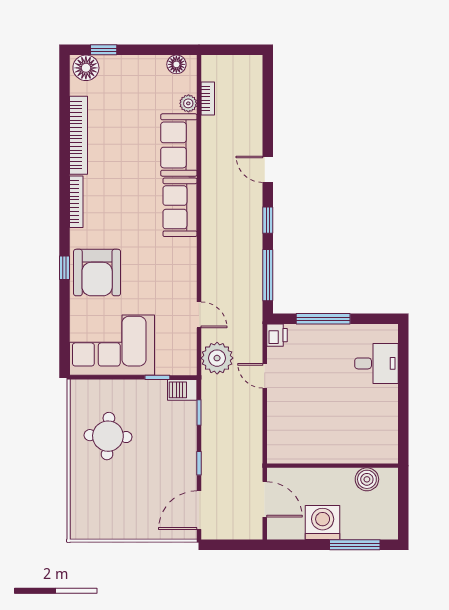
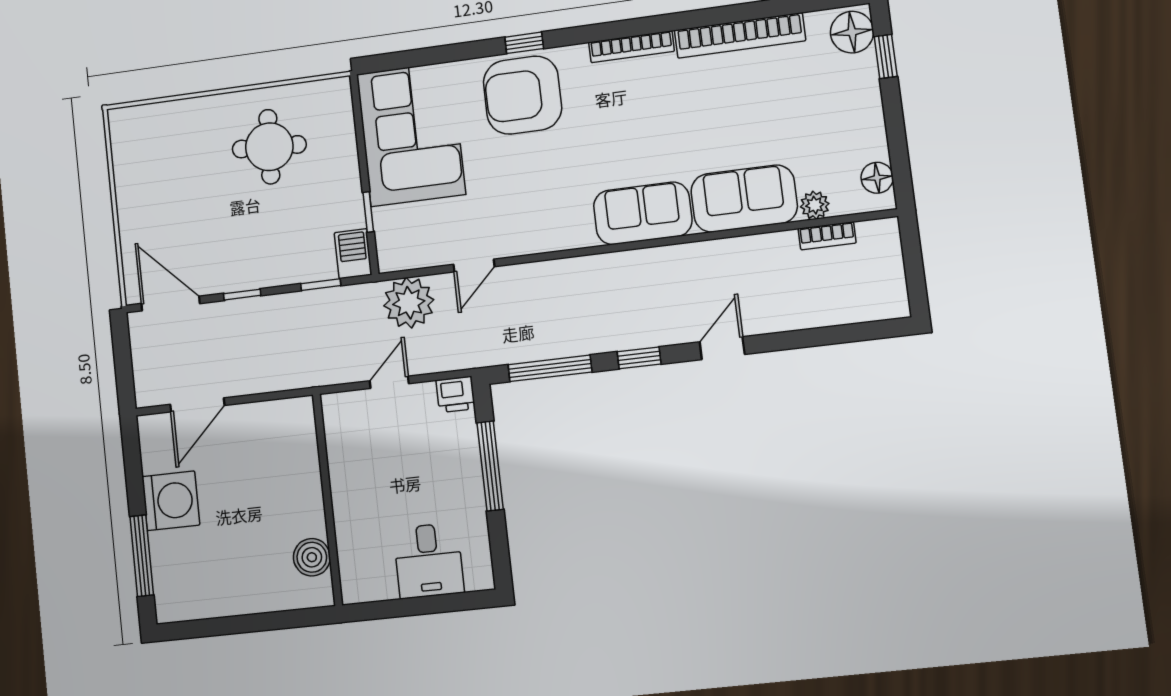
wall: (333, 466) -> (327, 499), moved
boiler: (367, 479) -> (312, 557), moved

